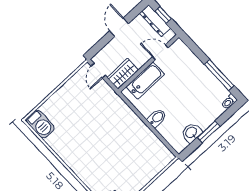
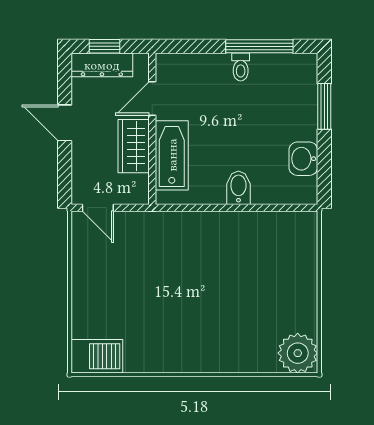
wardrobe: (123, 74) -> (134, 146), moved
toilet: (229, 102) -> (241, 67), moved
window: (209, 132) -> (324, 106), moved

